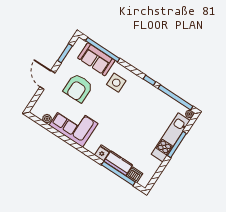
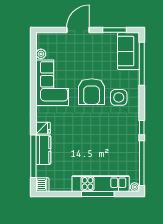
sofa: (96, 59) -> (129, 51), moved
armchair: (78, 88) -> (92, 92), moved, turned -90
dishwasher: (135, 175) -> (42, 185), moved

